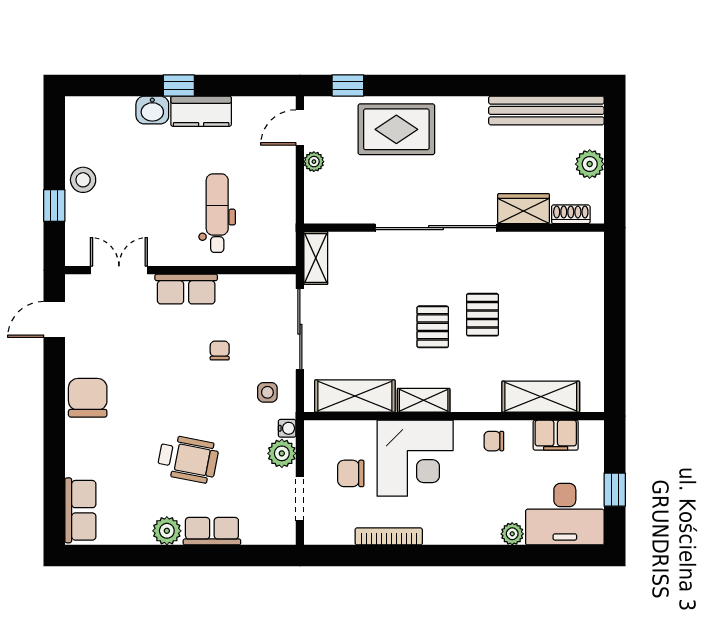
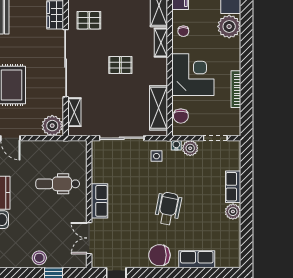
plant: (314, 162) -> (52, 126), moved, width x1.88, depth x1.88
shelving: (316, 258) -> (74, 112), moved, turned 90
pallet: (483, 315) -> (89, 20), moved
chair: (220, 351) -> (133, 182), removed
shelving: (424, 400) -> (161, 43), moved
wheelchair: (188, 459) -> (168, 208), moved
chair: (351, 473) -> (181, 116), moved
row of seats: (80, 510) -> (197, 259), moved
plant: (512, 534) -> (229, 26), width x1.88, depth x1.88

